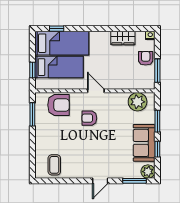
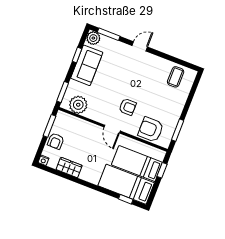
window: (157, 121) -> (63, 92), moved

